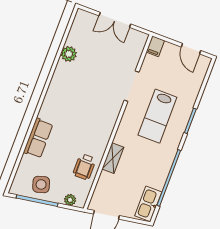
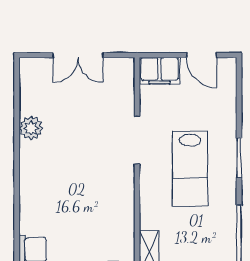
filing cabinet: (155, 46) -> (159, 71), width x2.00

